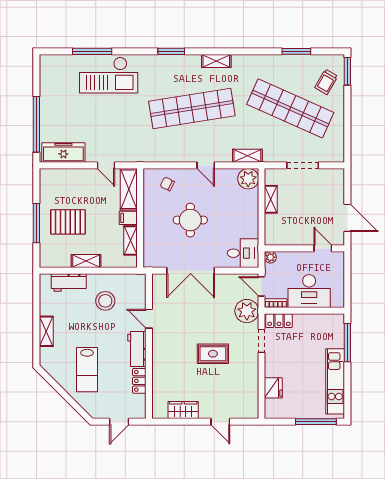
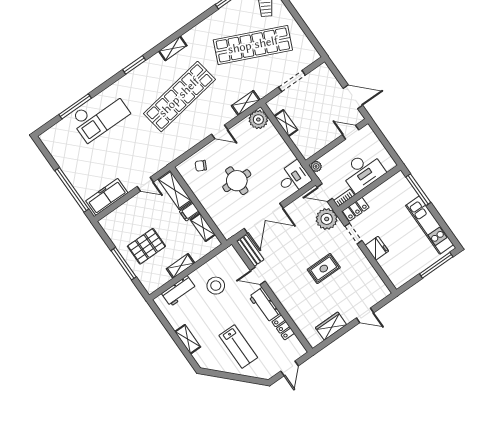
bench: (158, 291) -> (250, 251), added
fridge: (273, 388) -> (377, 248), moved

